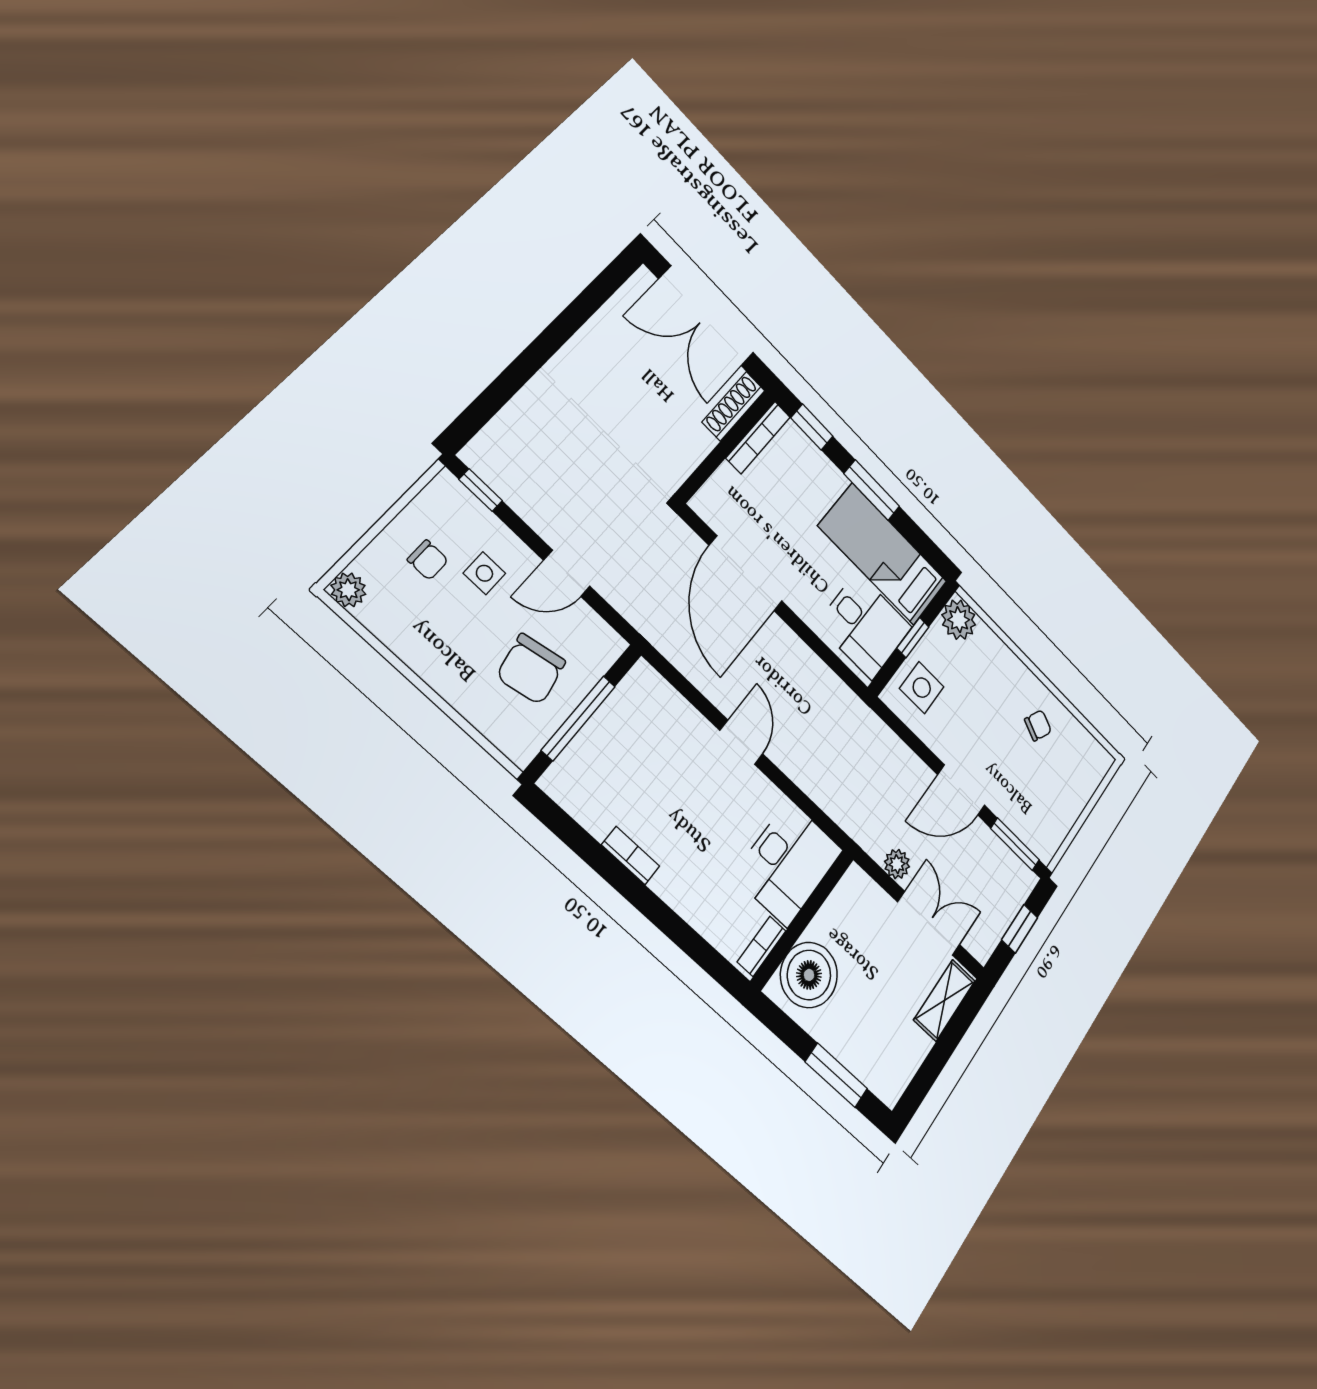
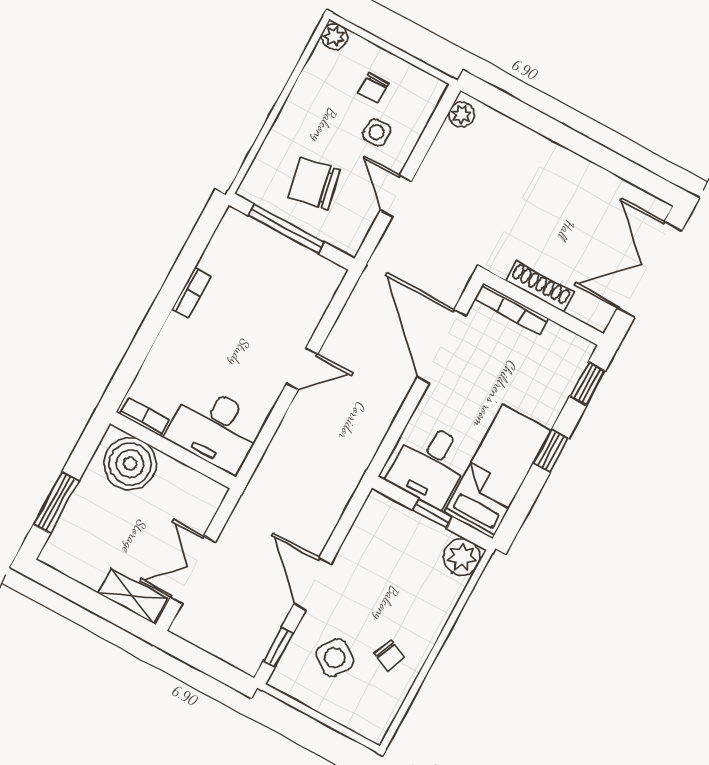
shoe rack: (734, 406) -> (540, 287), moved
bookcase: (758, 437) -> (512, 309), moved
window: (481, 490) -> (440, 115), removed
window: (872, 490) -> (551, 451), width x0.67
door: (746, 573) -> (442, 346), hinge flipped
side table: (922, 688) -> (335, 658), moved, turned 35
window: (1015, 844) -> (278, 647), width x0.67
plant: (897, 864) -> (462, 115), moved
double door: (929, 923) -> (193, 570), swing flipped
window: (1020, 929) -> (206, 663), removed

